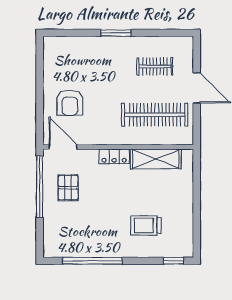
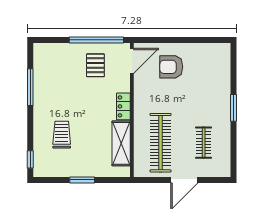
pallet: (68, 188) -> (95, 65), turned 90
window: (197, 203) -> (82, 180), added
window: (93, 261) -> (30, 87), width x0.68

